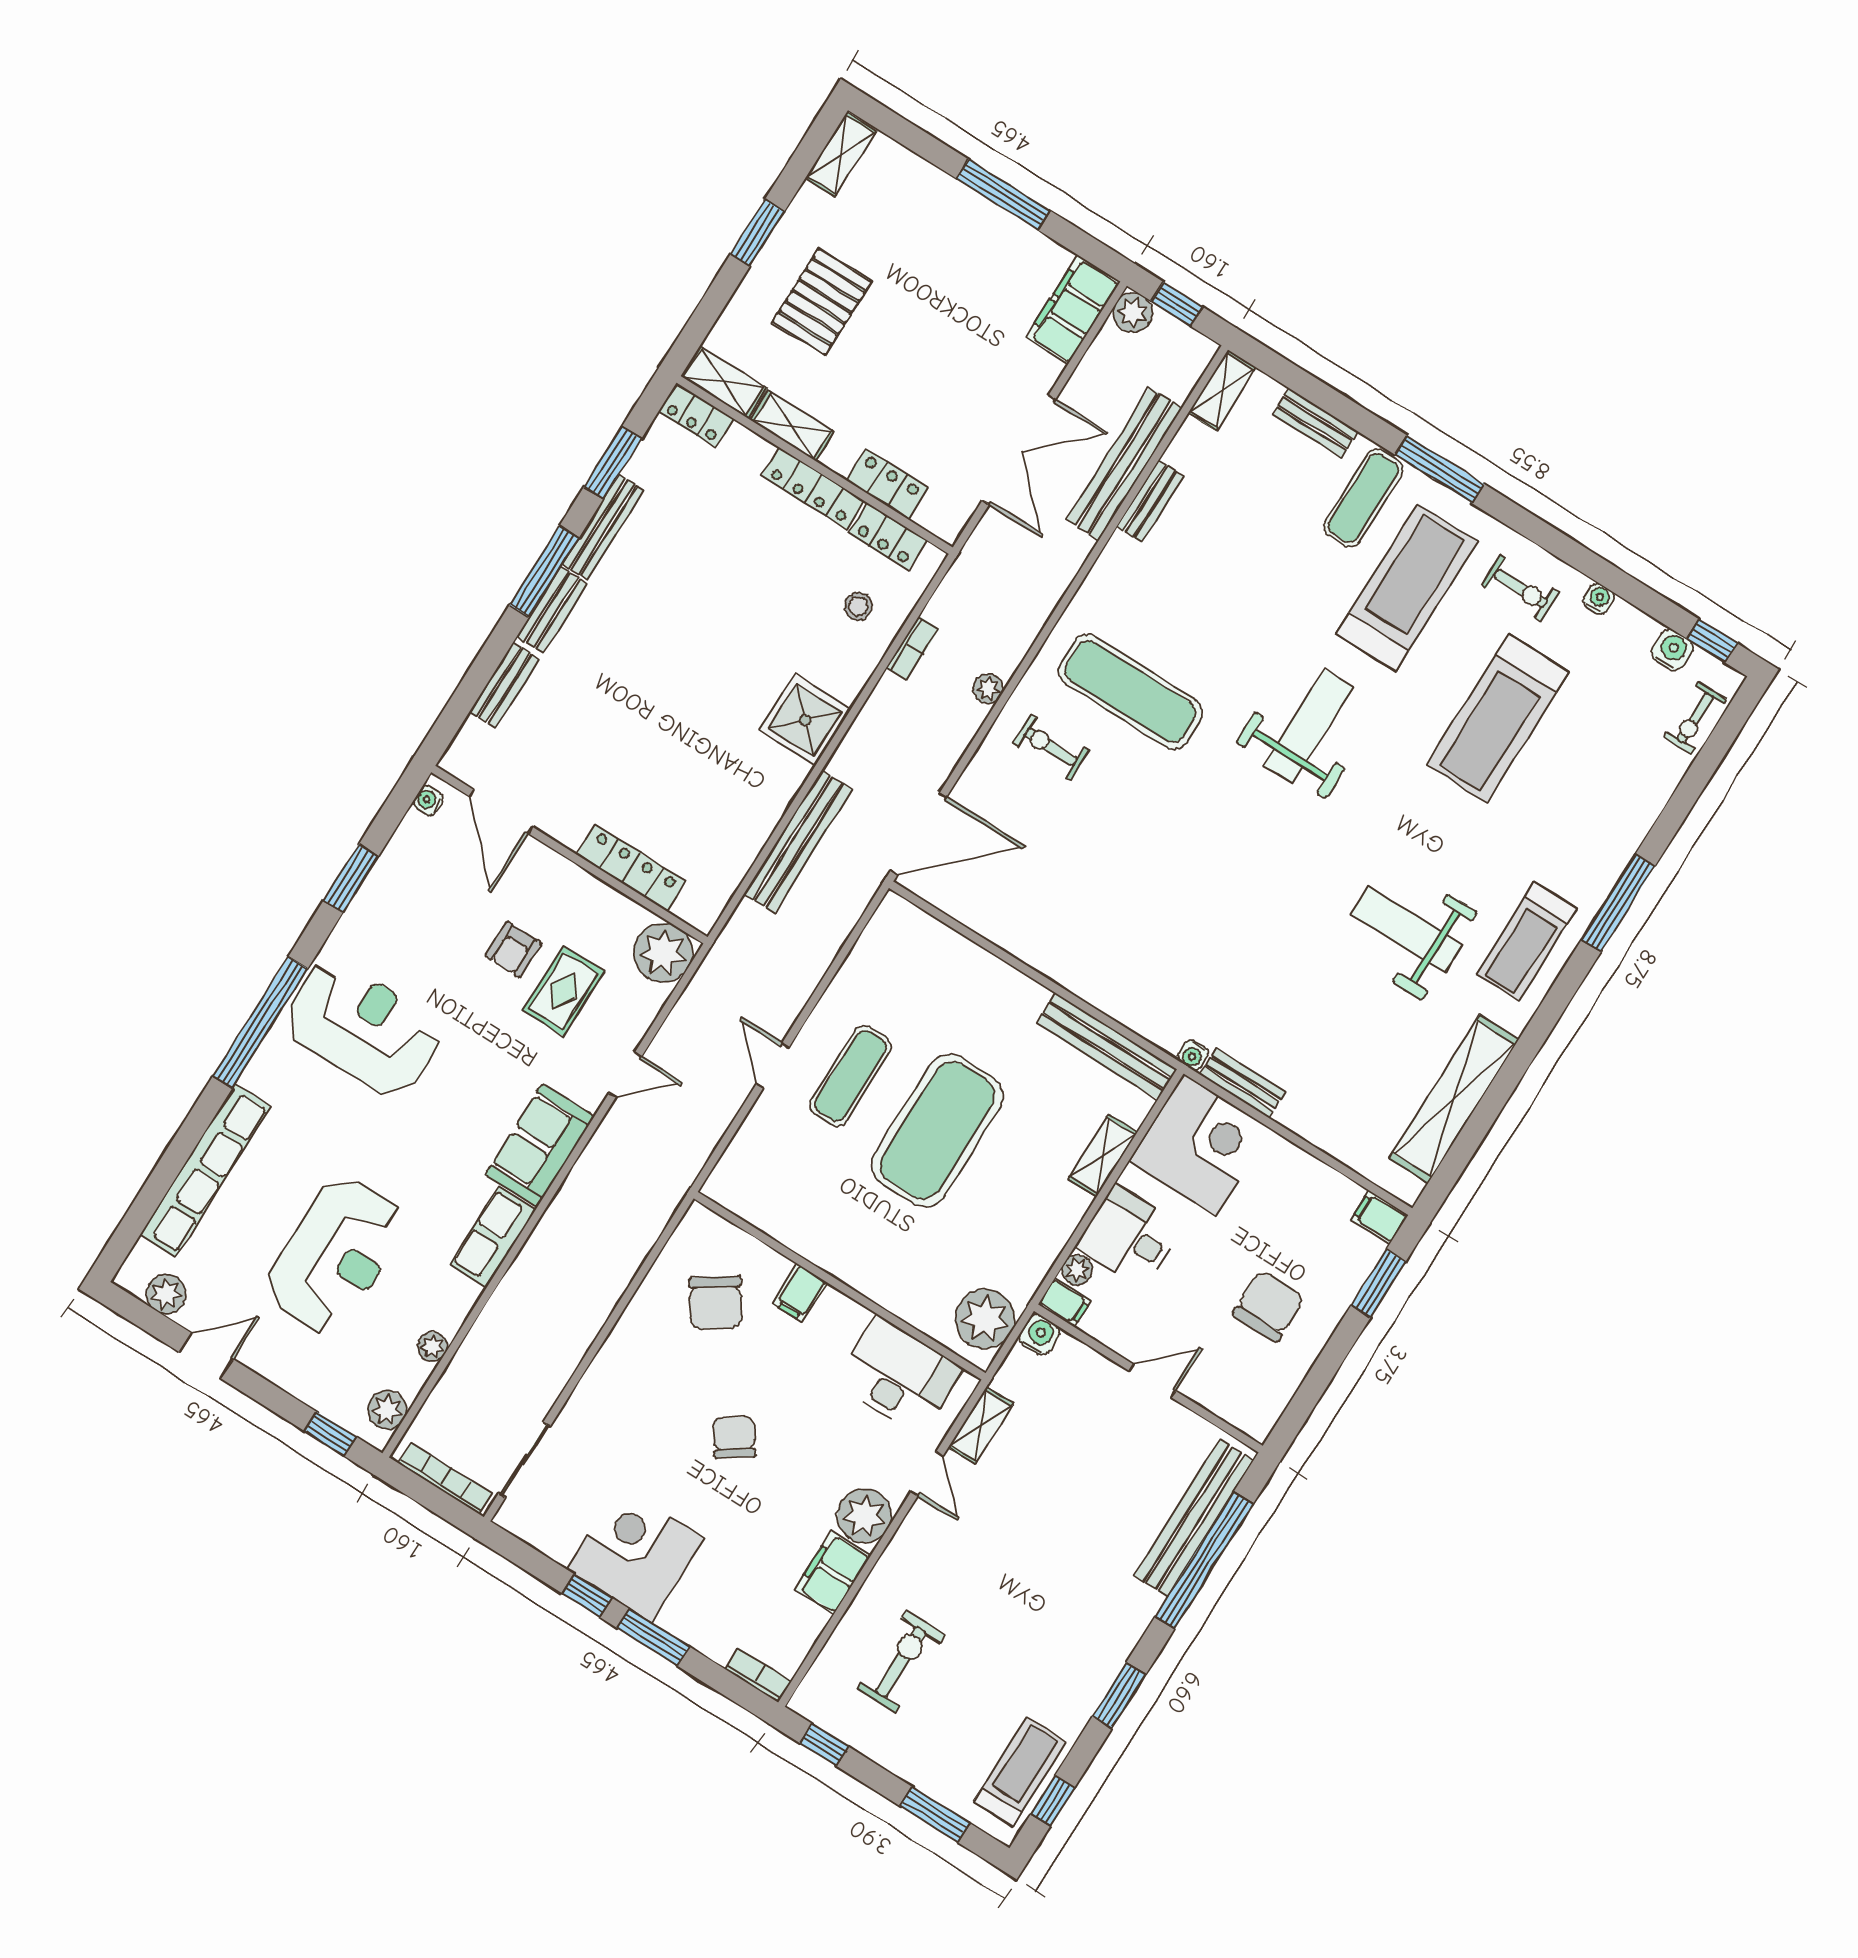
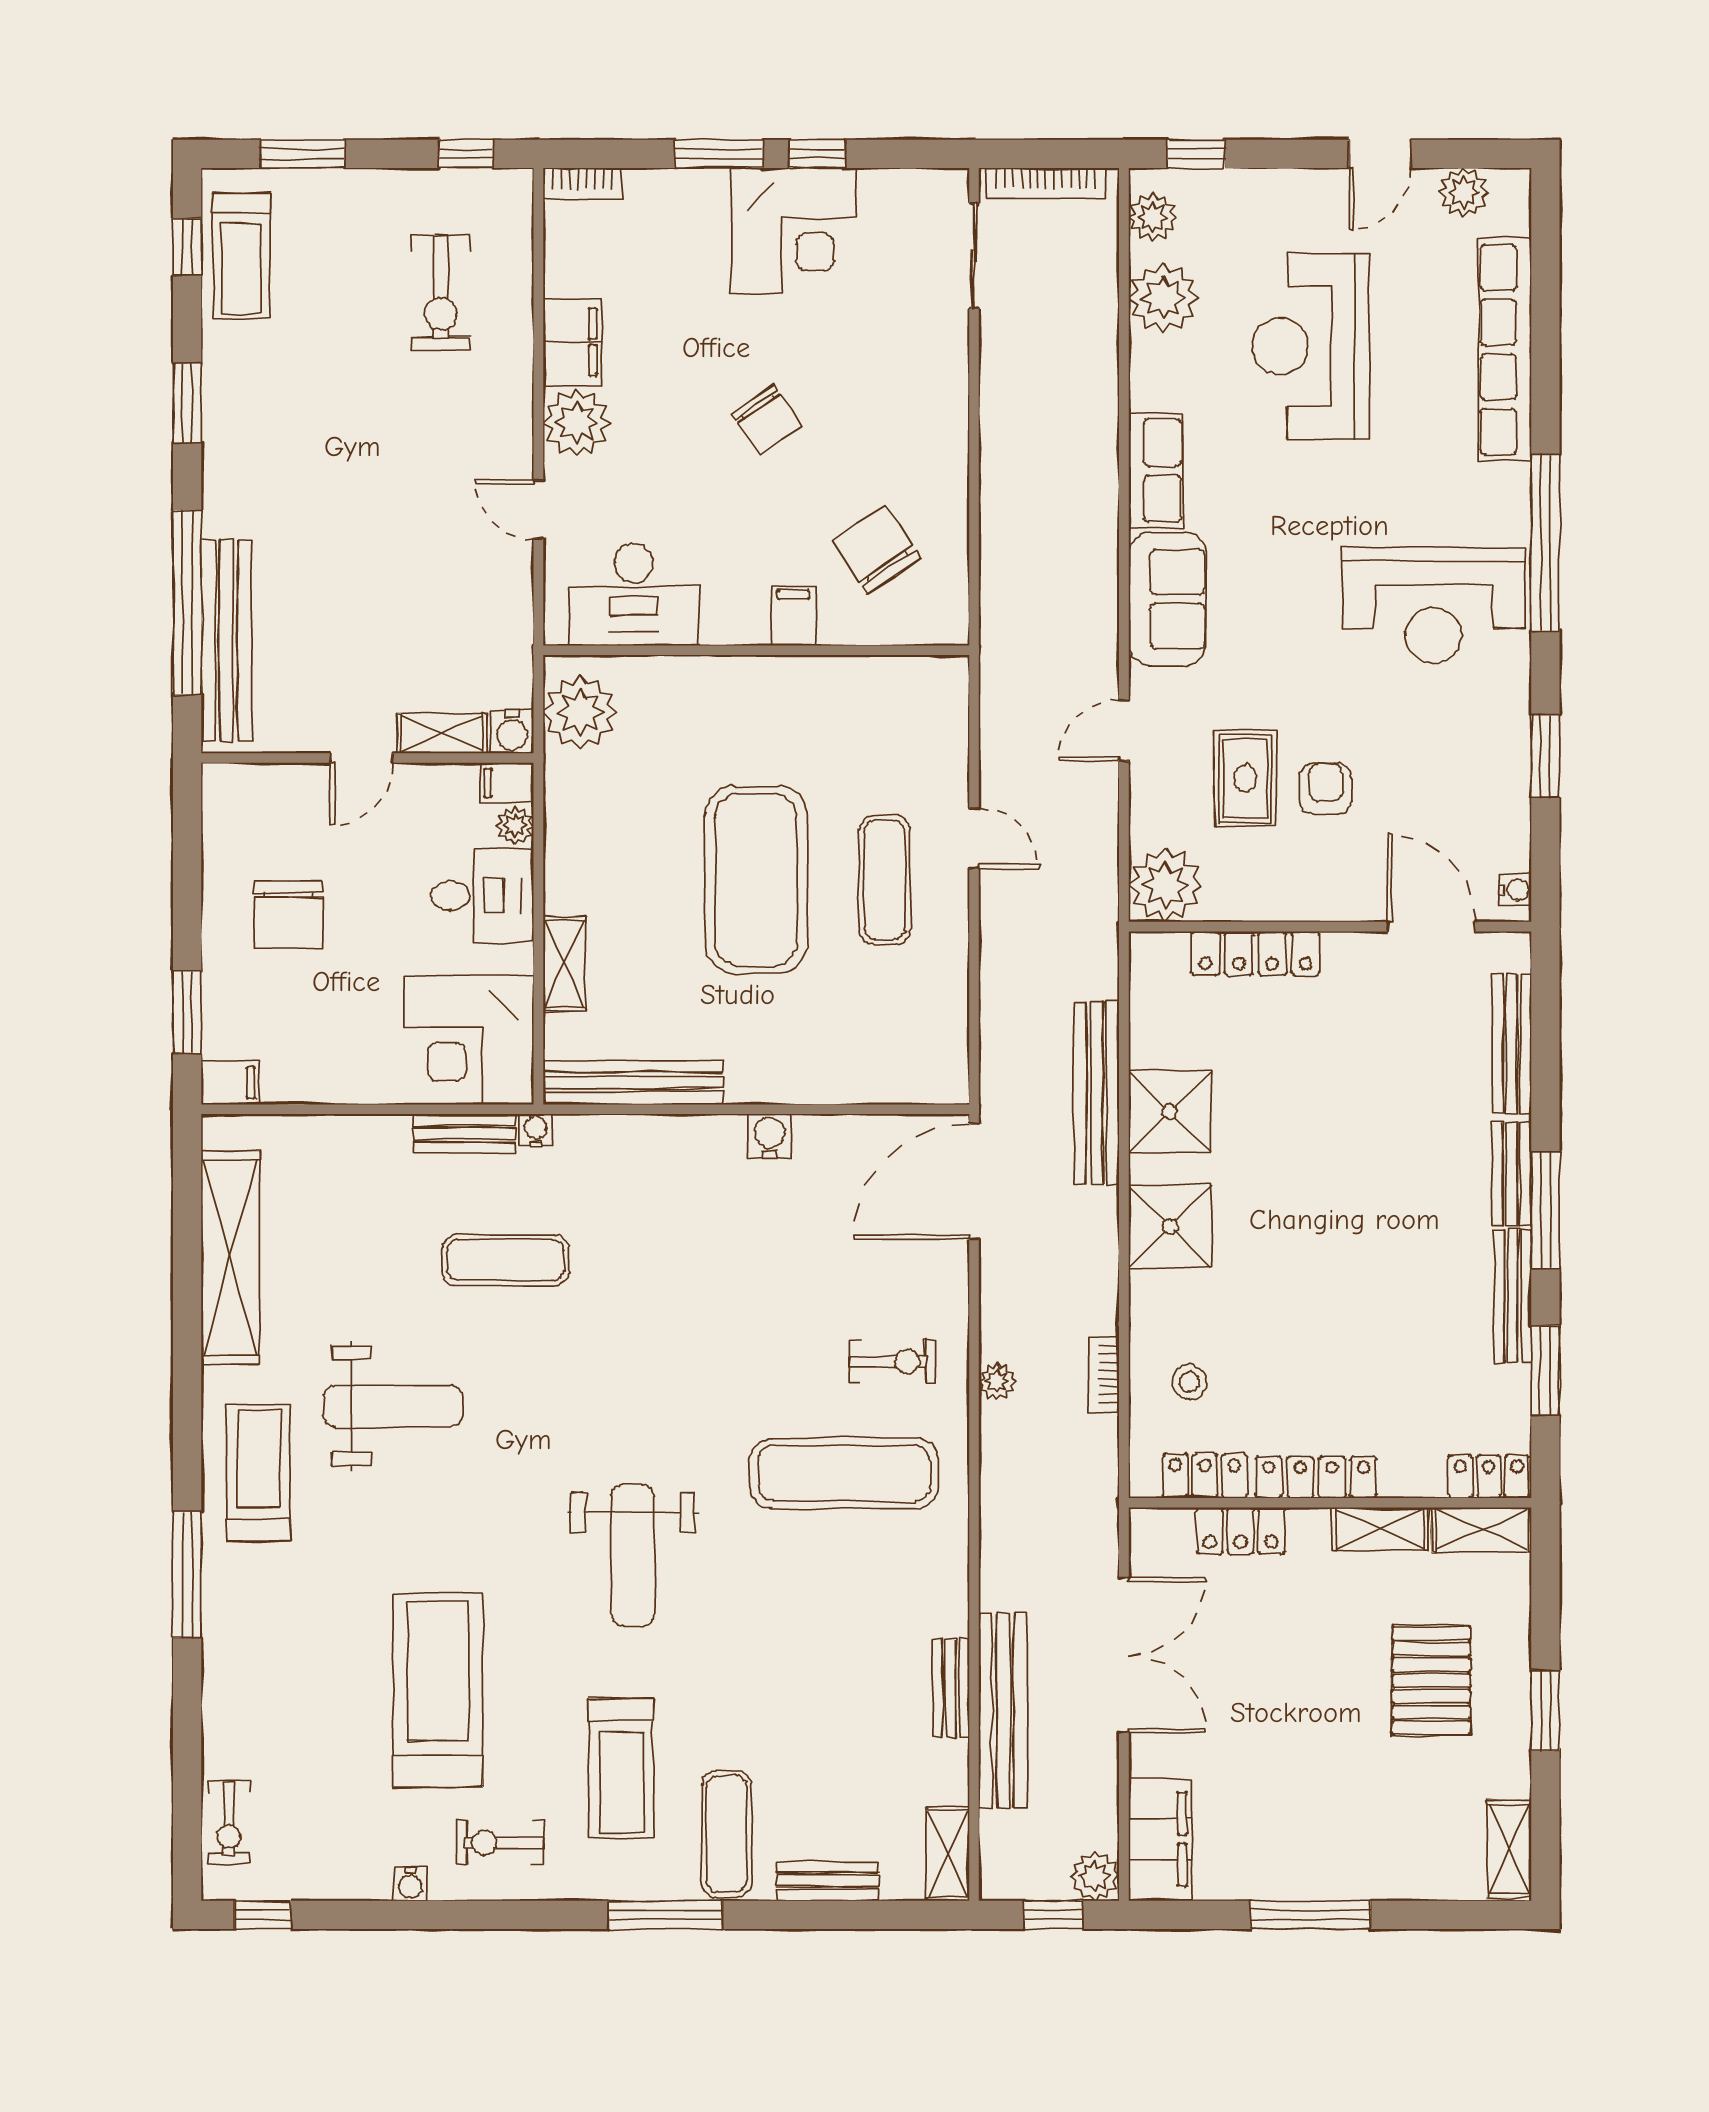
double door: (1019, 450) -> (1124, 1655), swing flipped
treadmill: (1407, 587) -> (621, 1768), width x0.73, depth x0.73
water cooler: (1672, 650) -> (770, 1136), moved, turned 180
bench: (504, 685) -> (1512, 1044), width x1.36
exercise bike: (1695, 718) -> (229, 1822), turned 180
shower: (757, 798) -> (1170, 1112), added
exercise mat: (1269, 980) -> (505, 1260), added
plant: (432, 1347) -> (1163, 298), width x1.88, depth x1.88
shelving: (981, 1425) -> (442, 733), moved, turned 90

